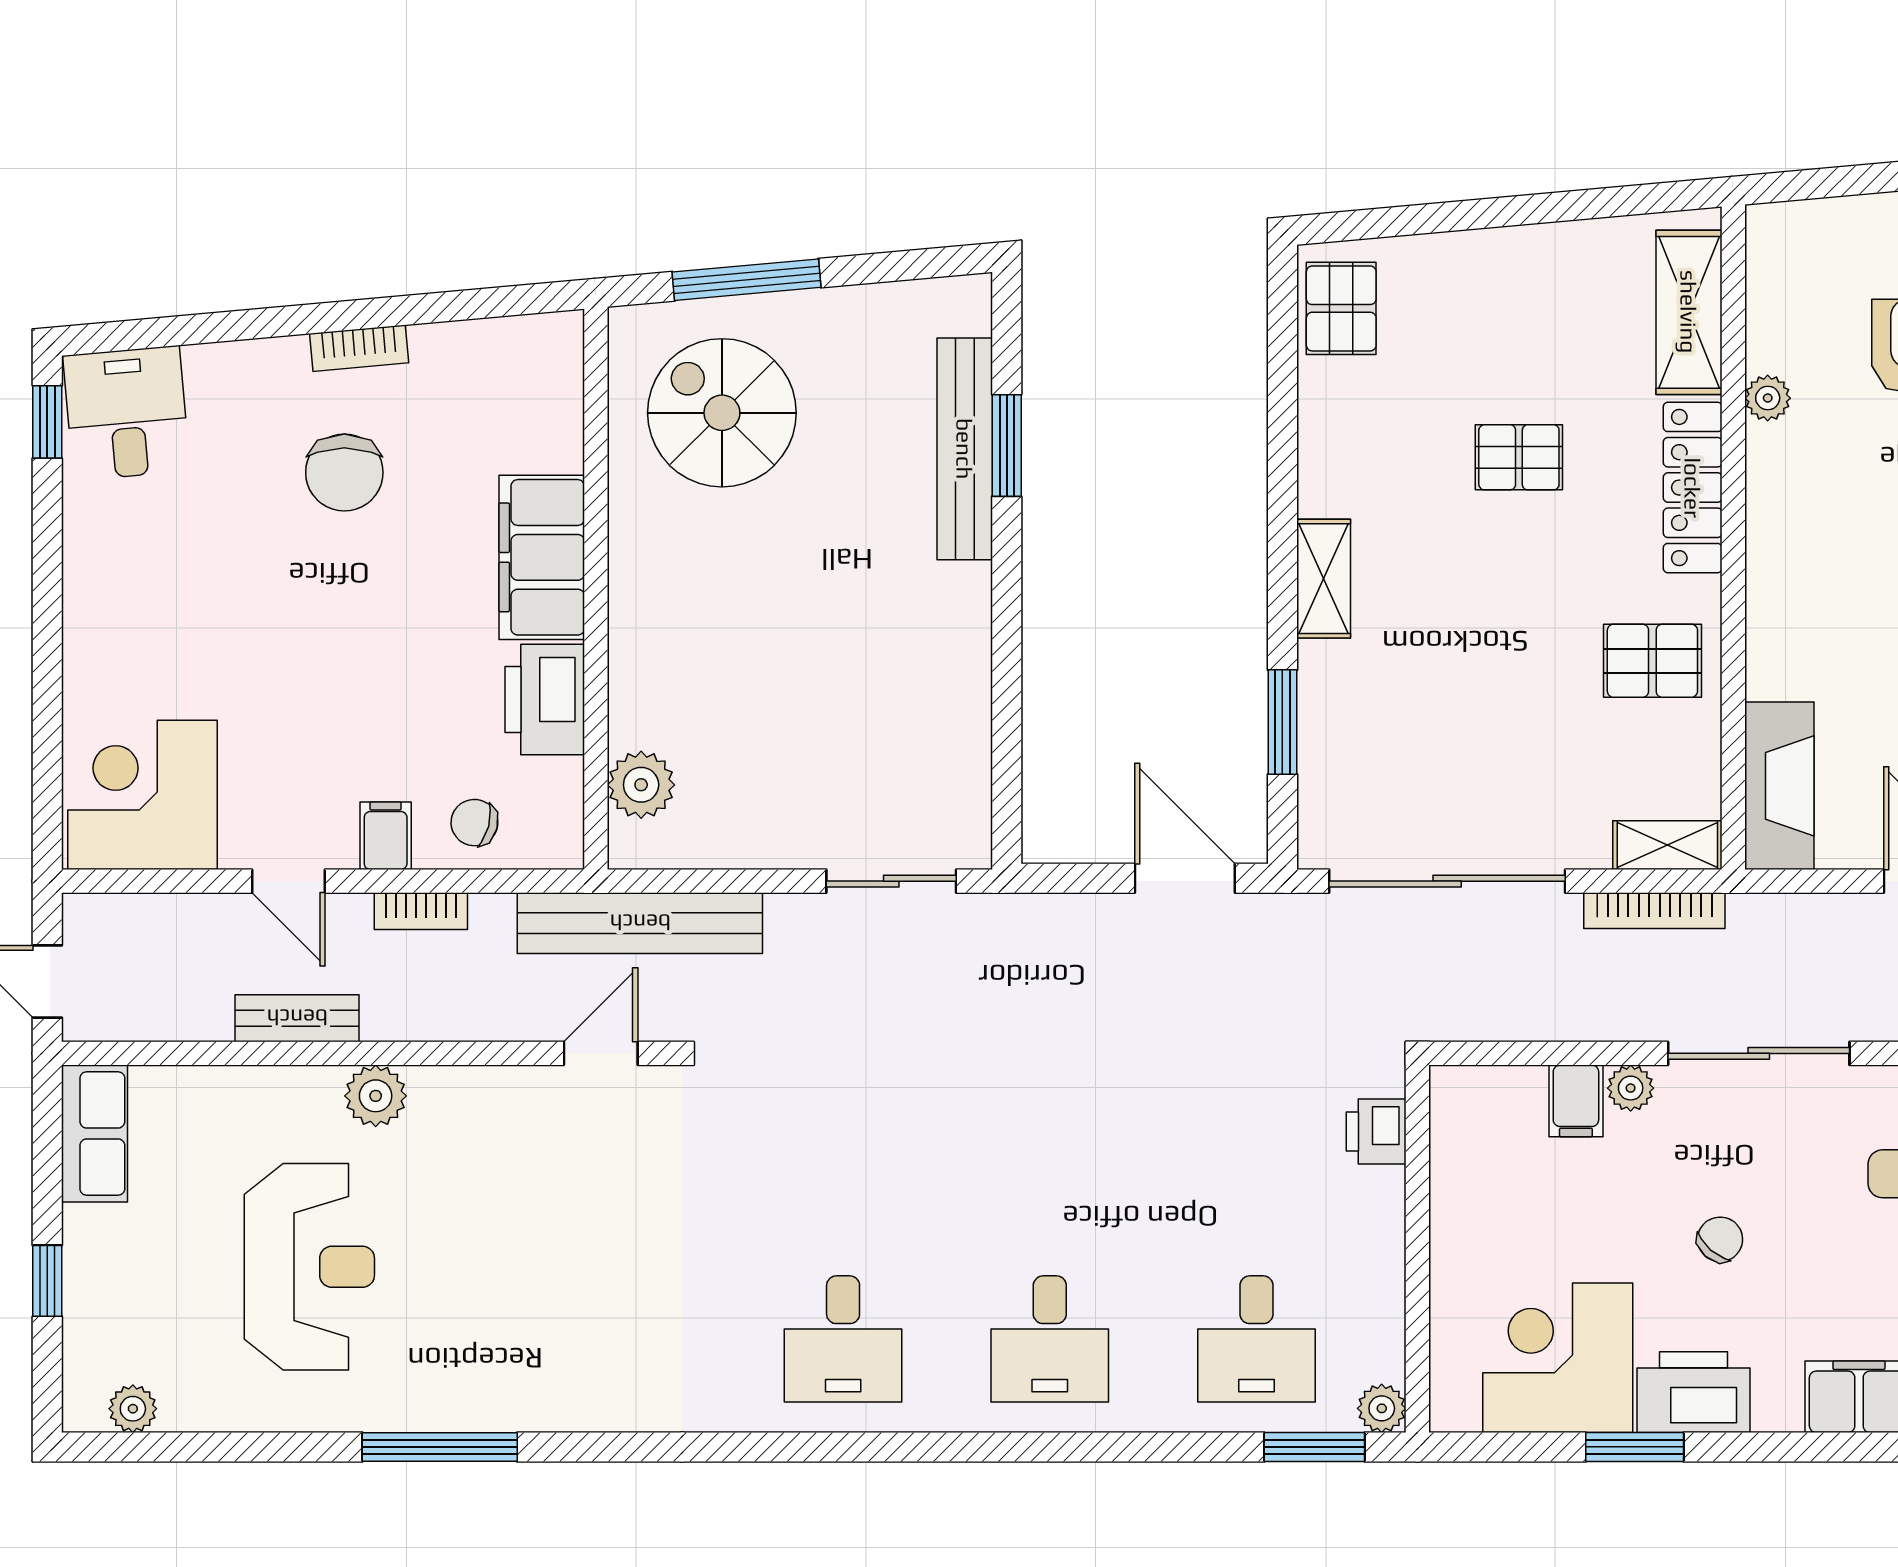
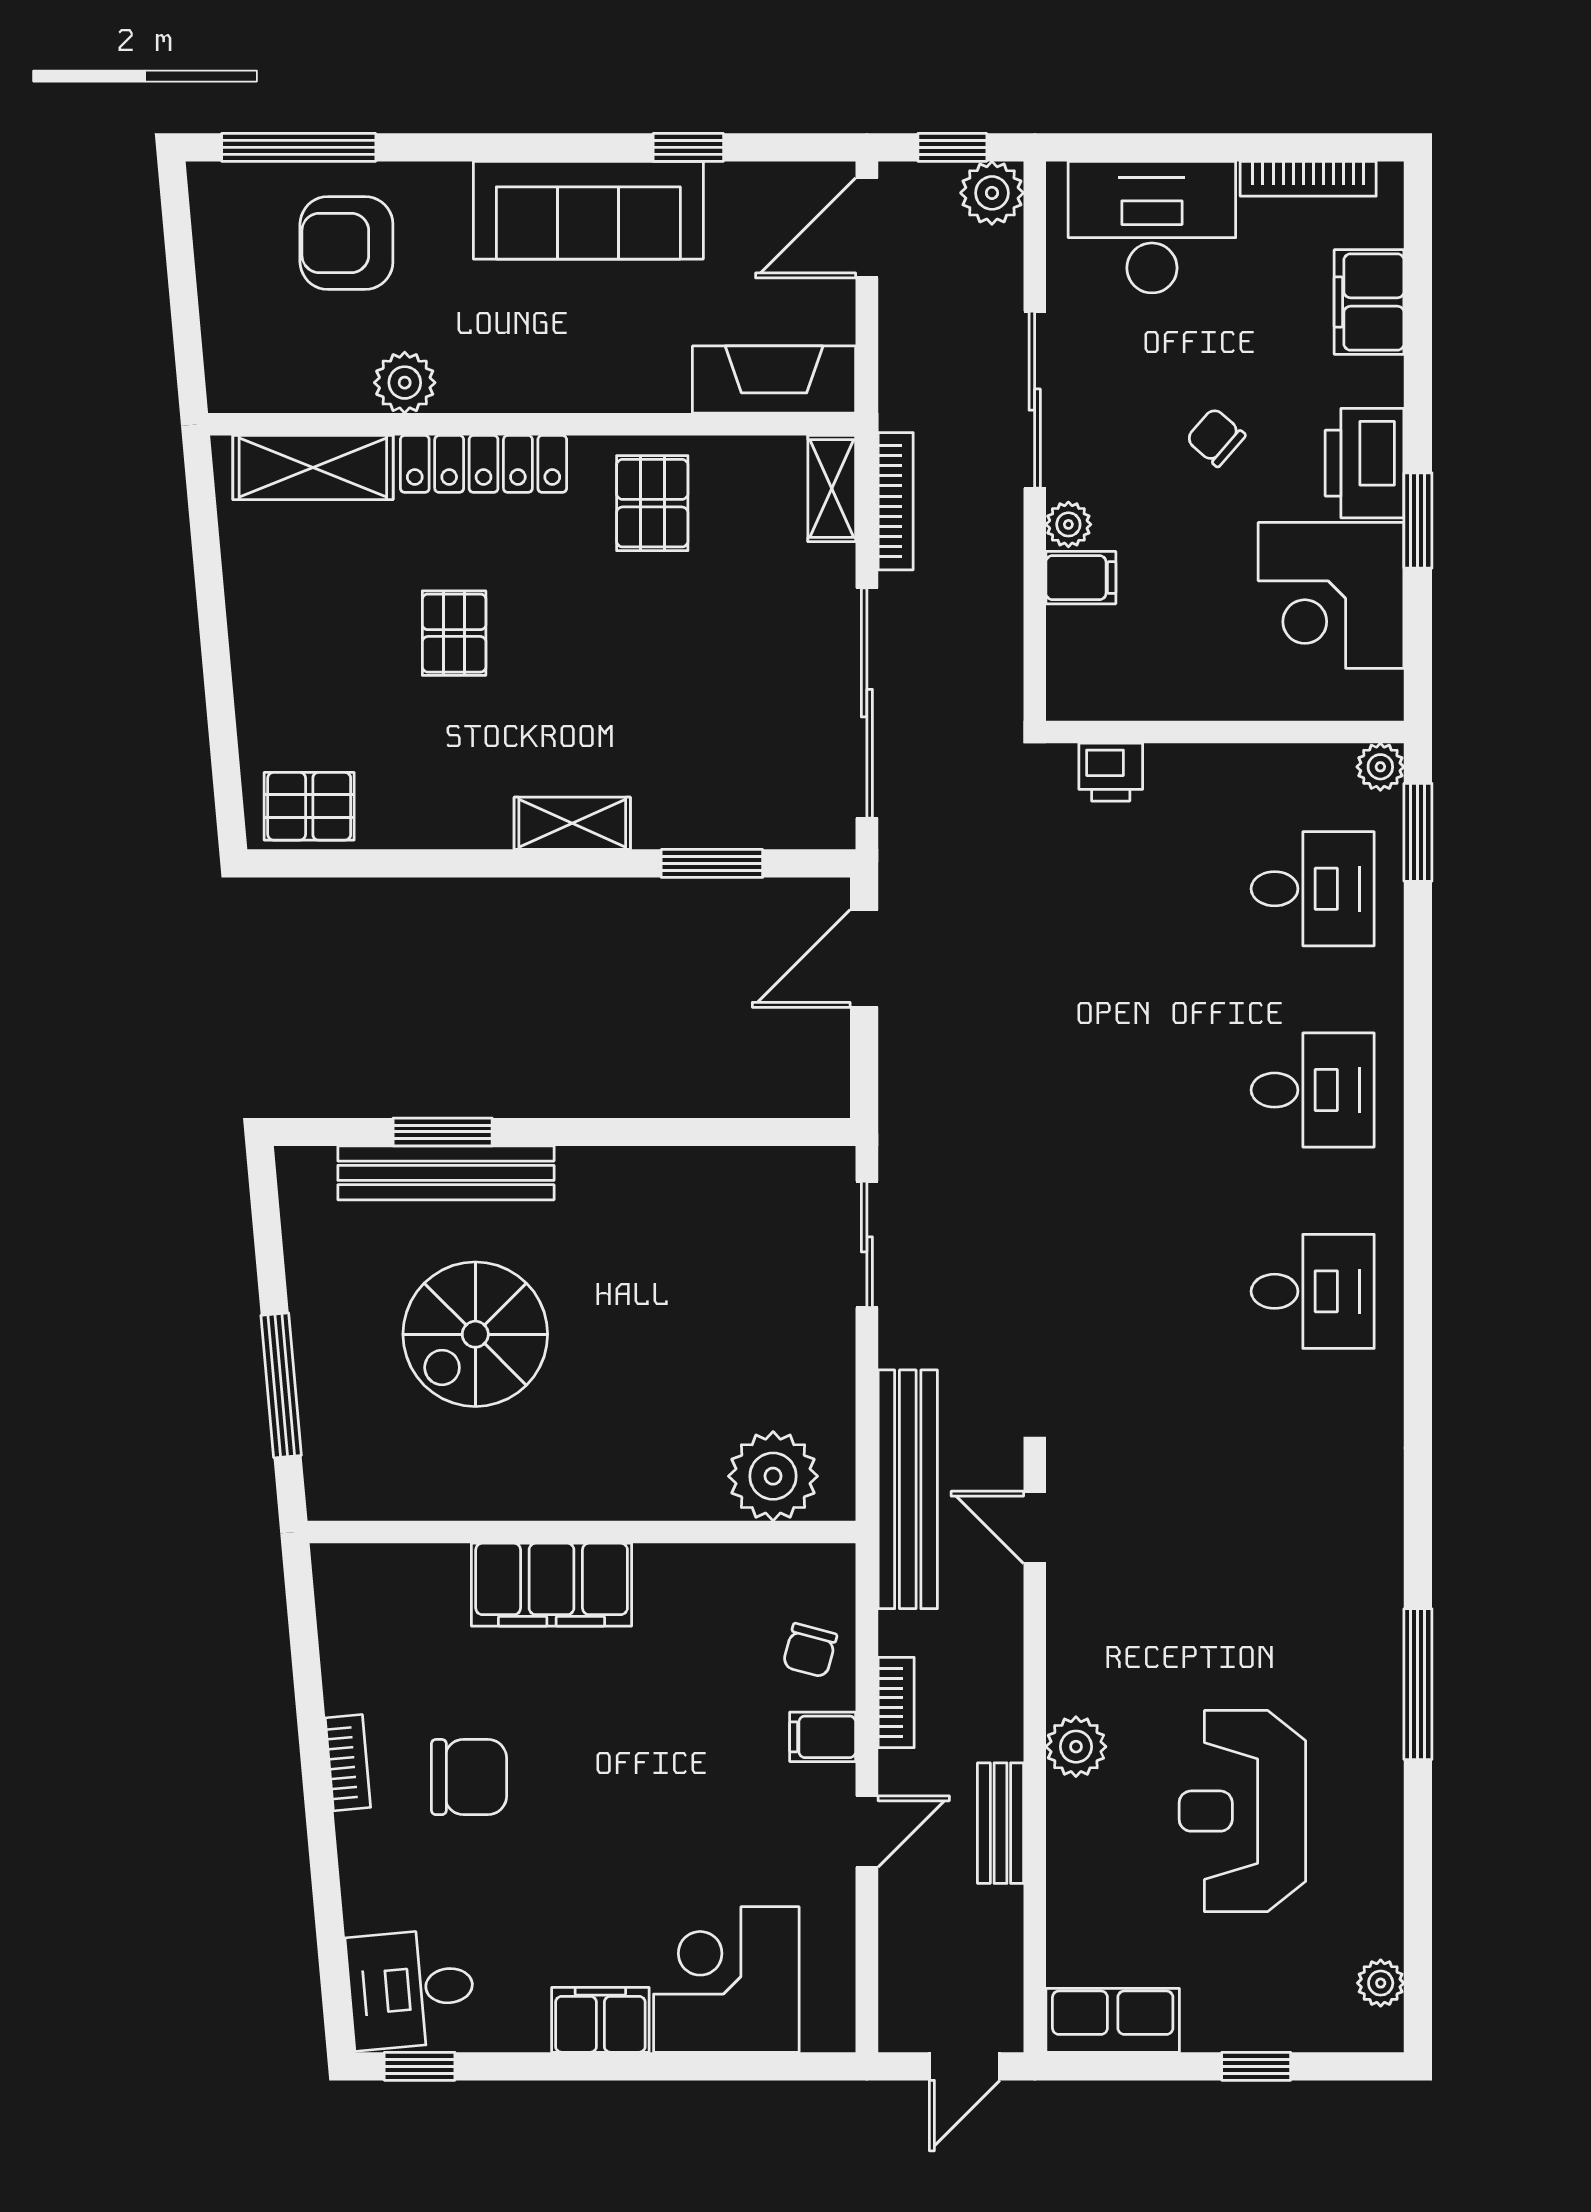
plant: (1768, 398) -> (405, 383), width x1.38, depth x1.38
spiral stairs: (722, 413) -> (475, 1334), moved
filing cabinet: (95, 607) -> (600, 2020), added
printer: (545, 699) -> (690, 1582), removed
plant: (641, 785) -> (773, 1476), width x1.36, depth x1.36
corner desk: (142, 795) -> (726, 1980), moved, turned 90
reception desk: (309, 1267) -> (1242, 1811), turned -90

